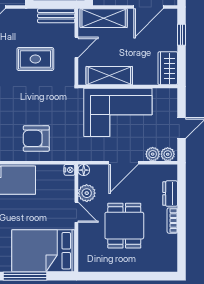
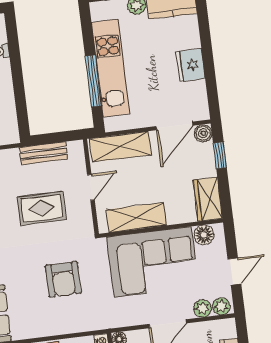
bench: (56, 16) -> (43, 153), moved
boiler: (170, 16) -> (203, 133), added
floor lamp: (161, 96) -> (204, 235), added
armchair: (36, 138) -> (63, 279), moved, turned -90

